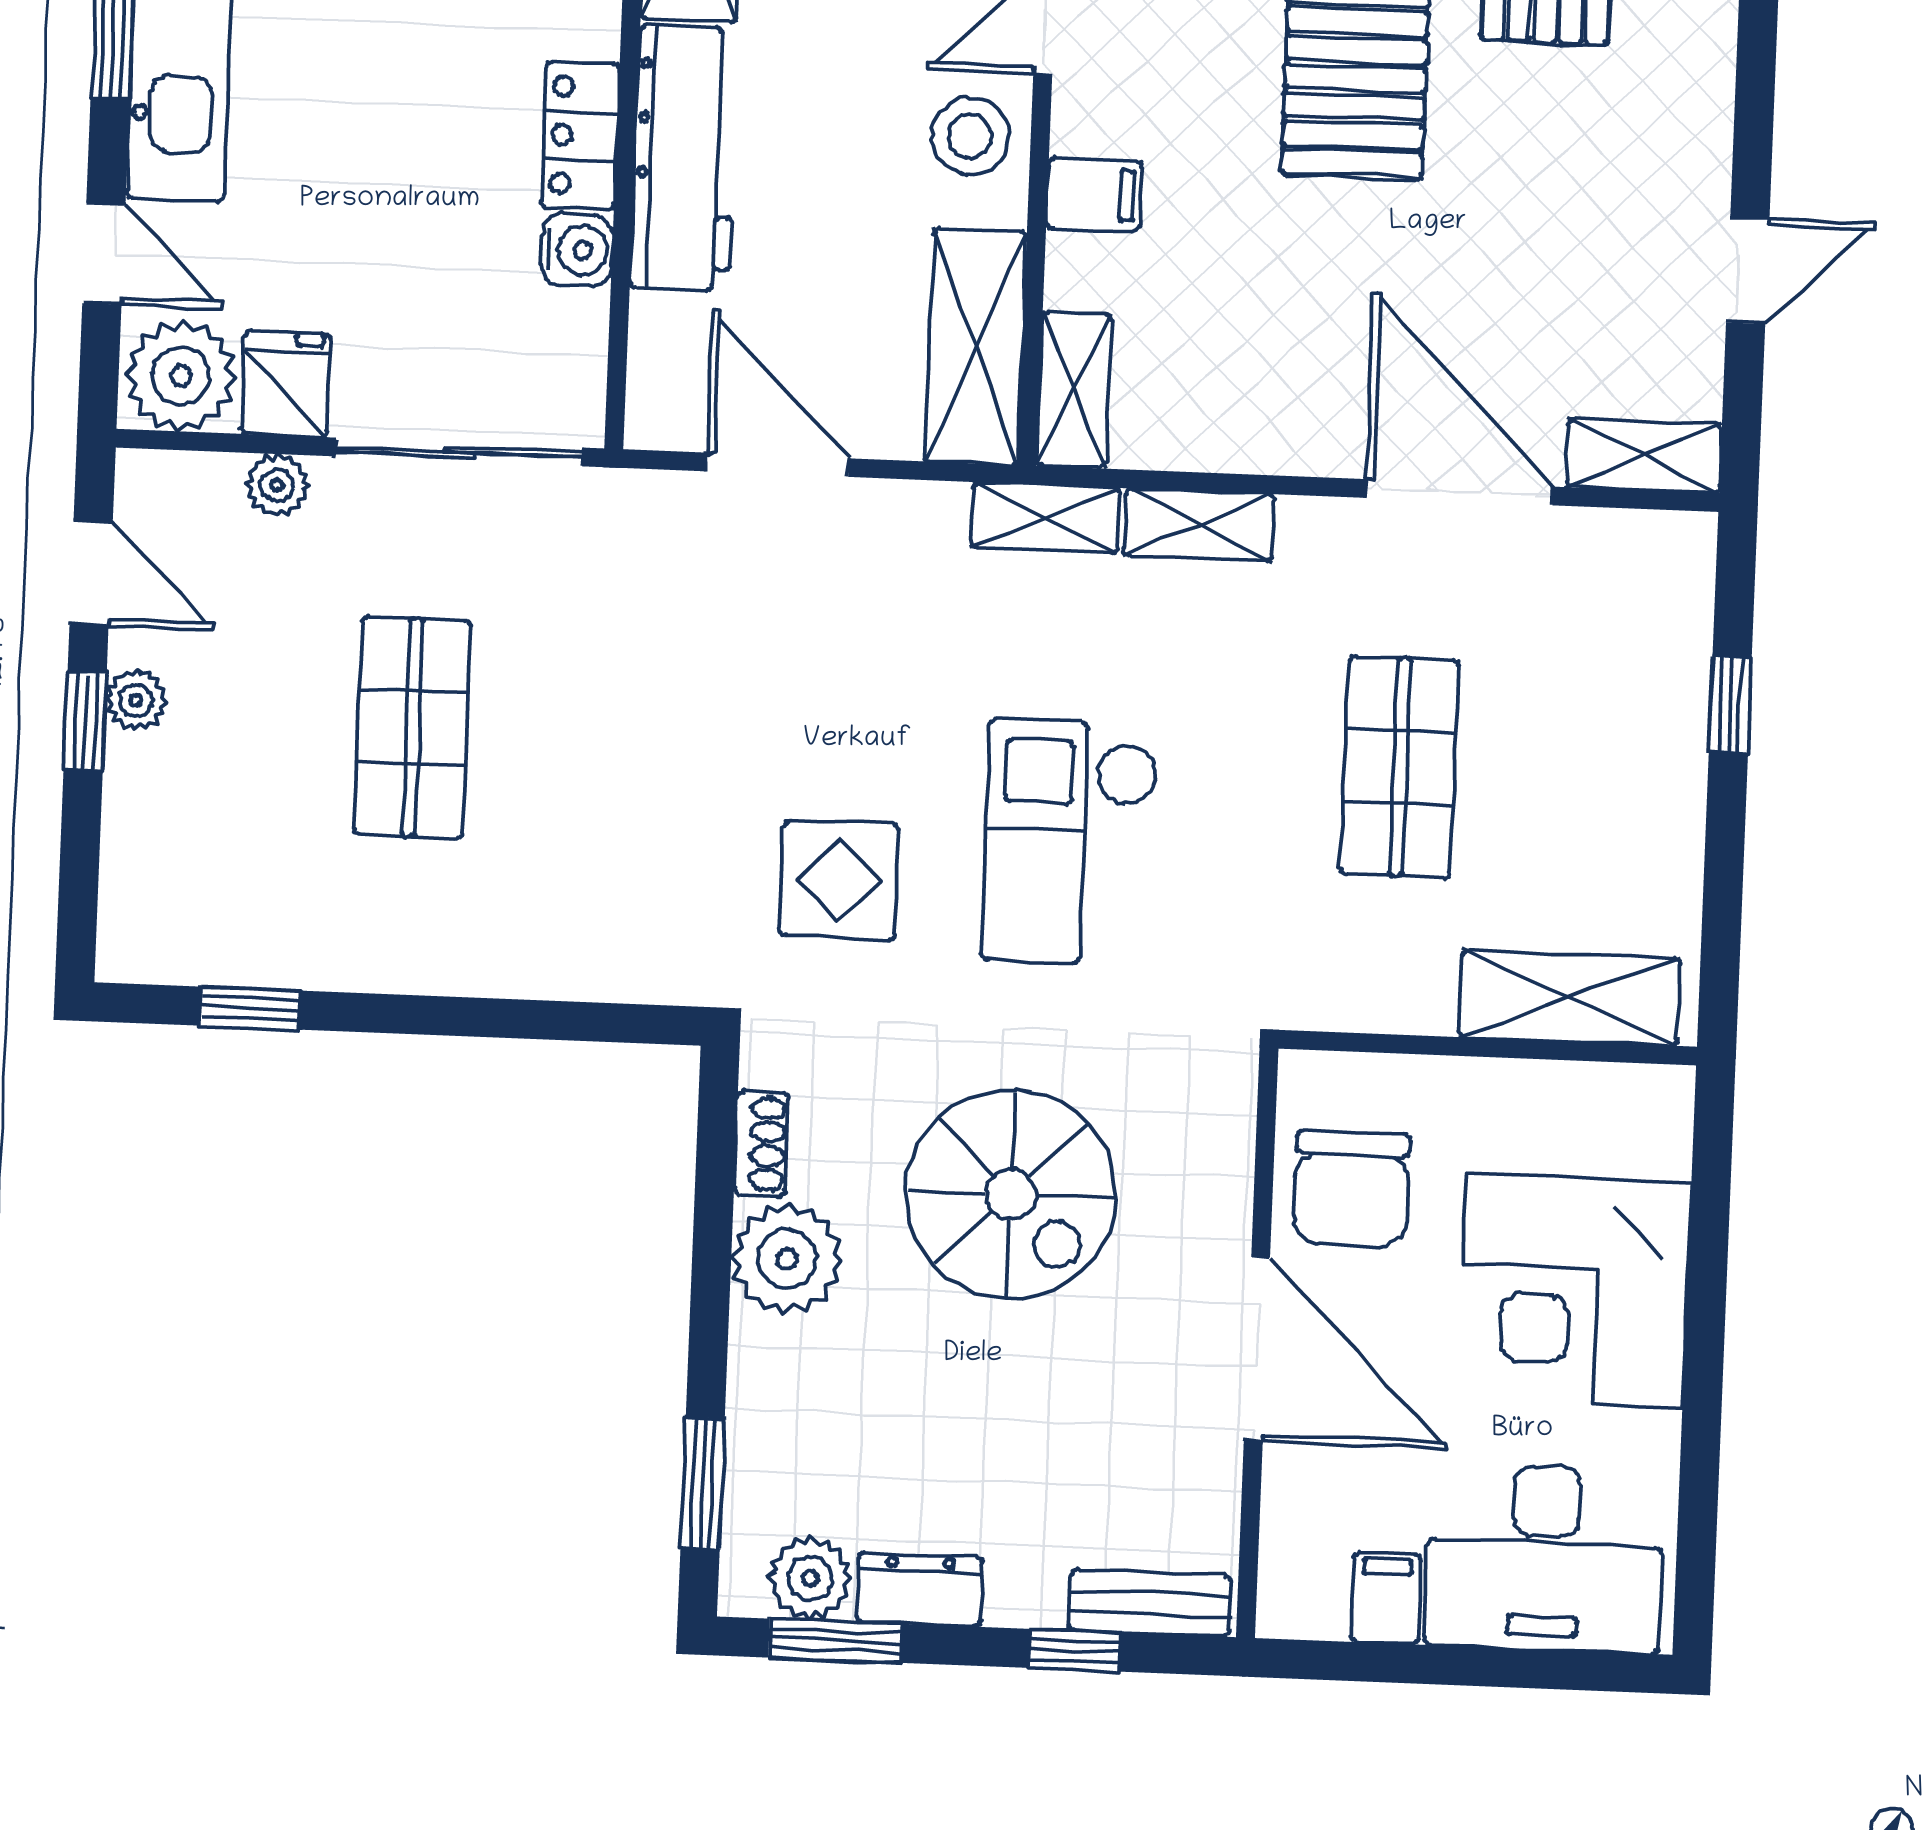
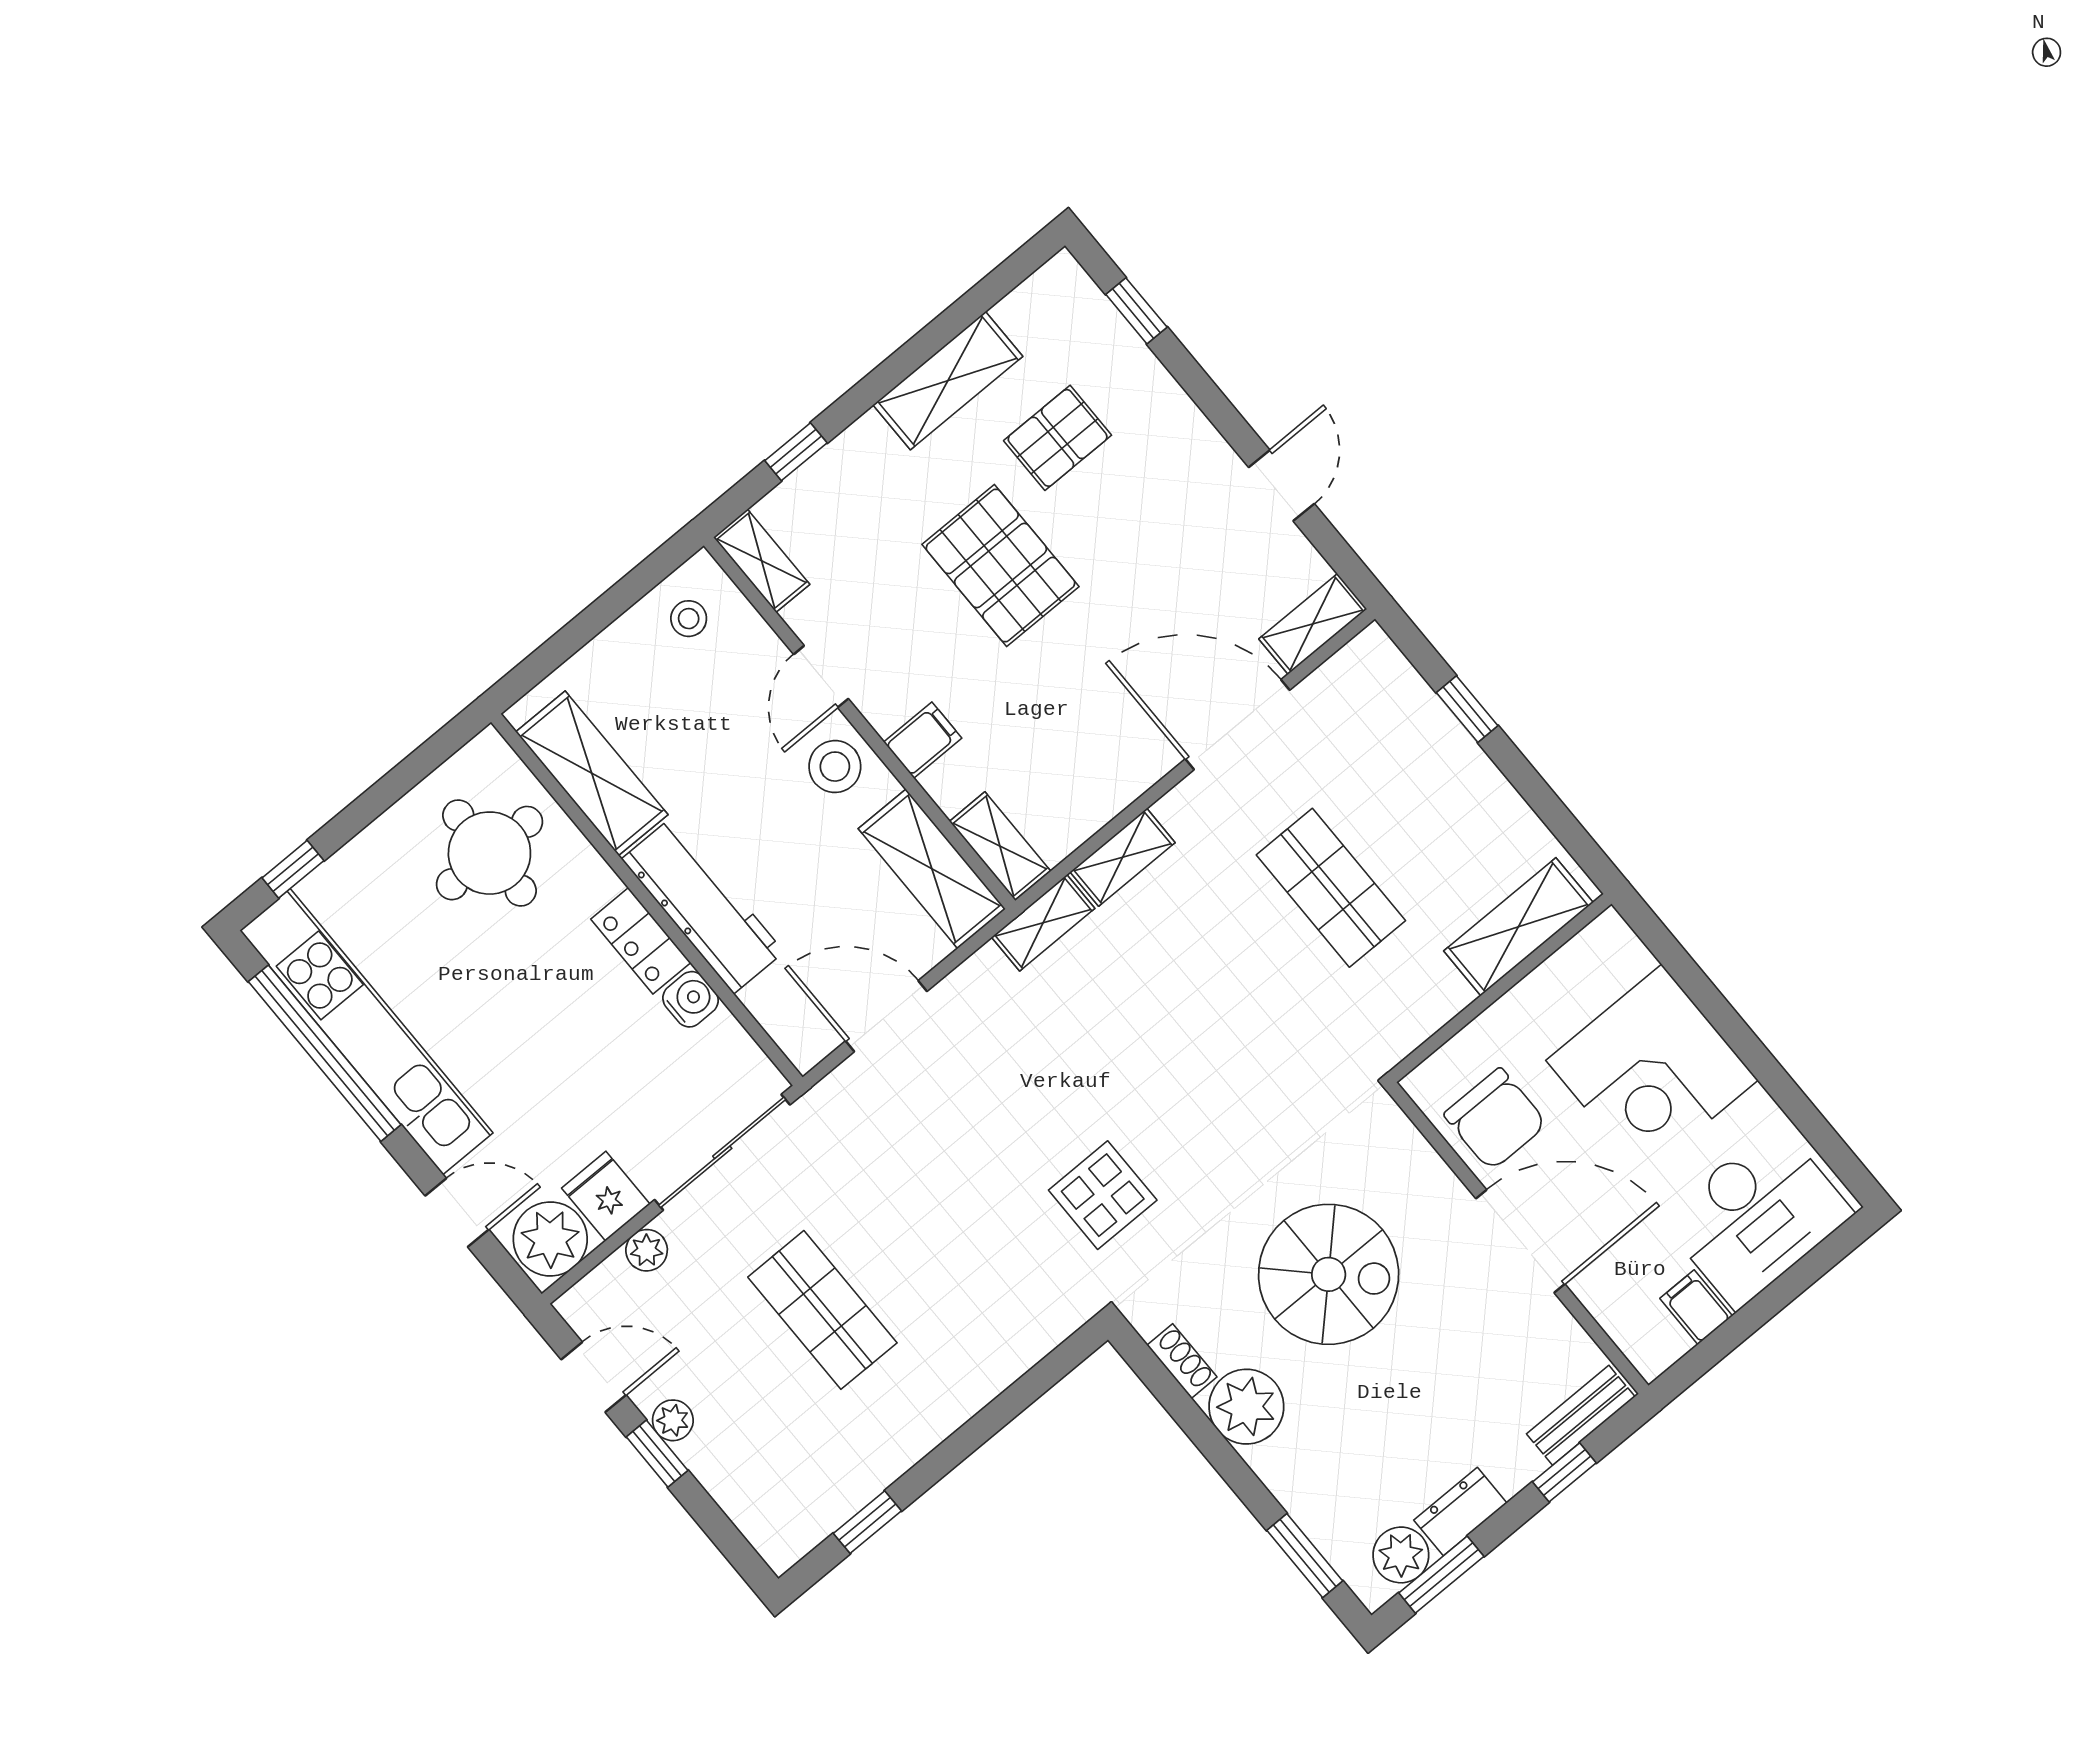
checkout: (1070, 842) -> (1201, 1073), removed

